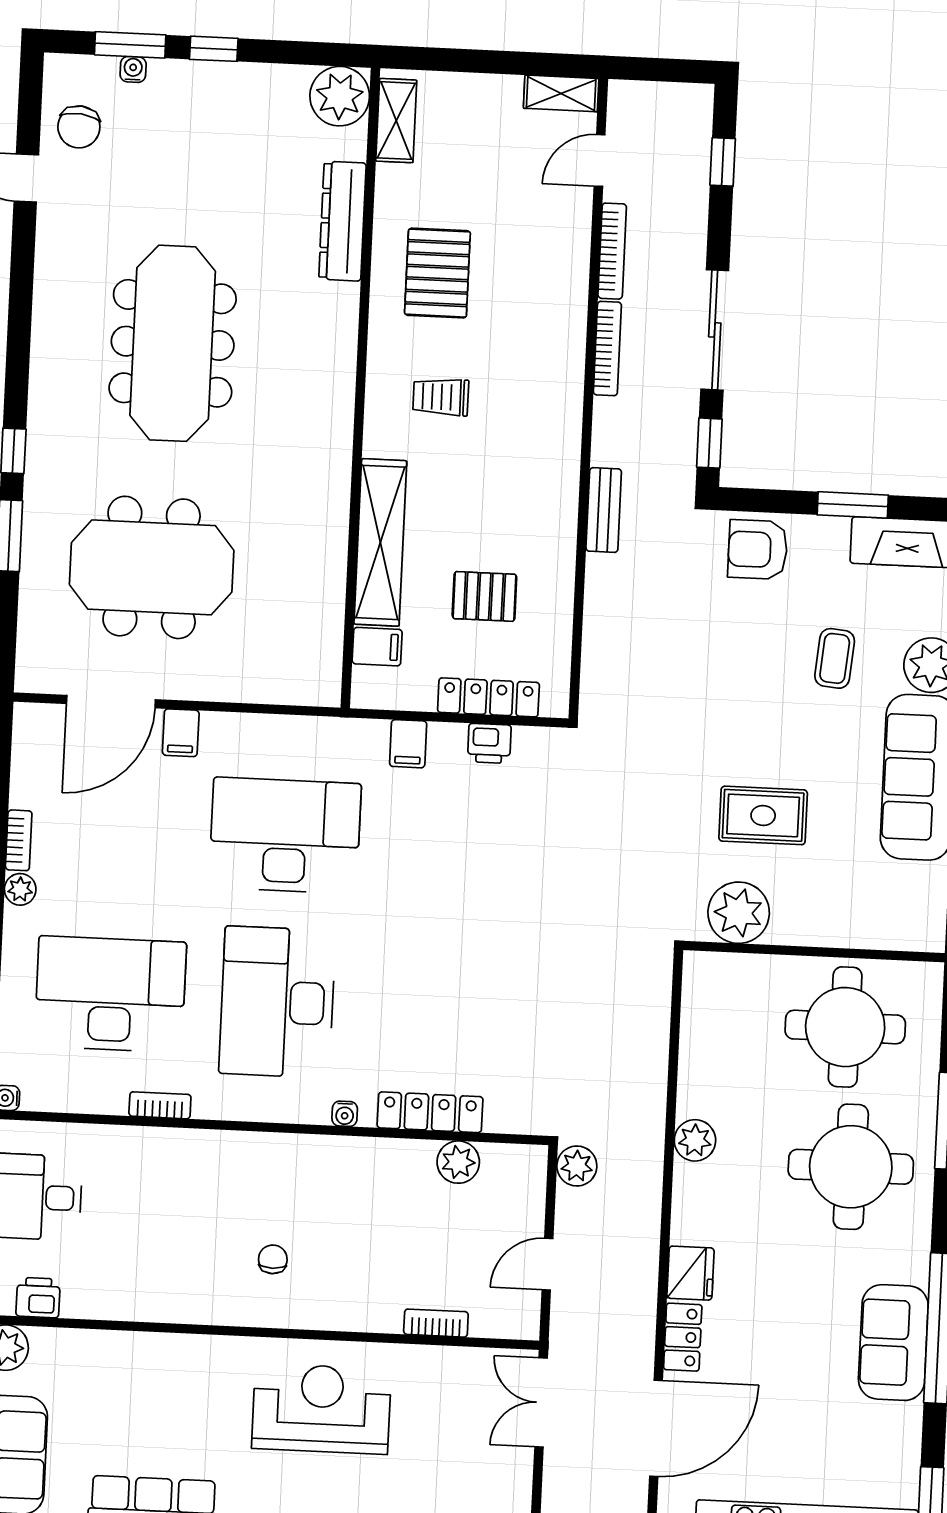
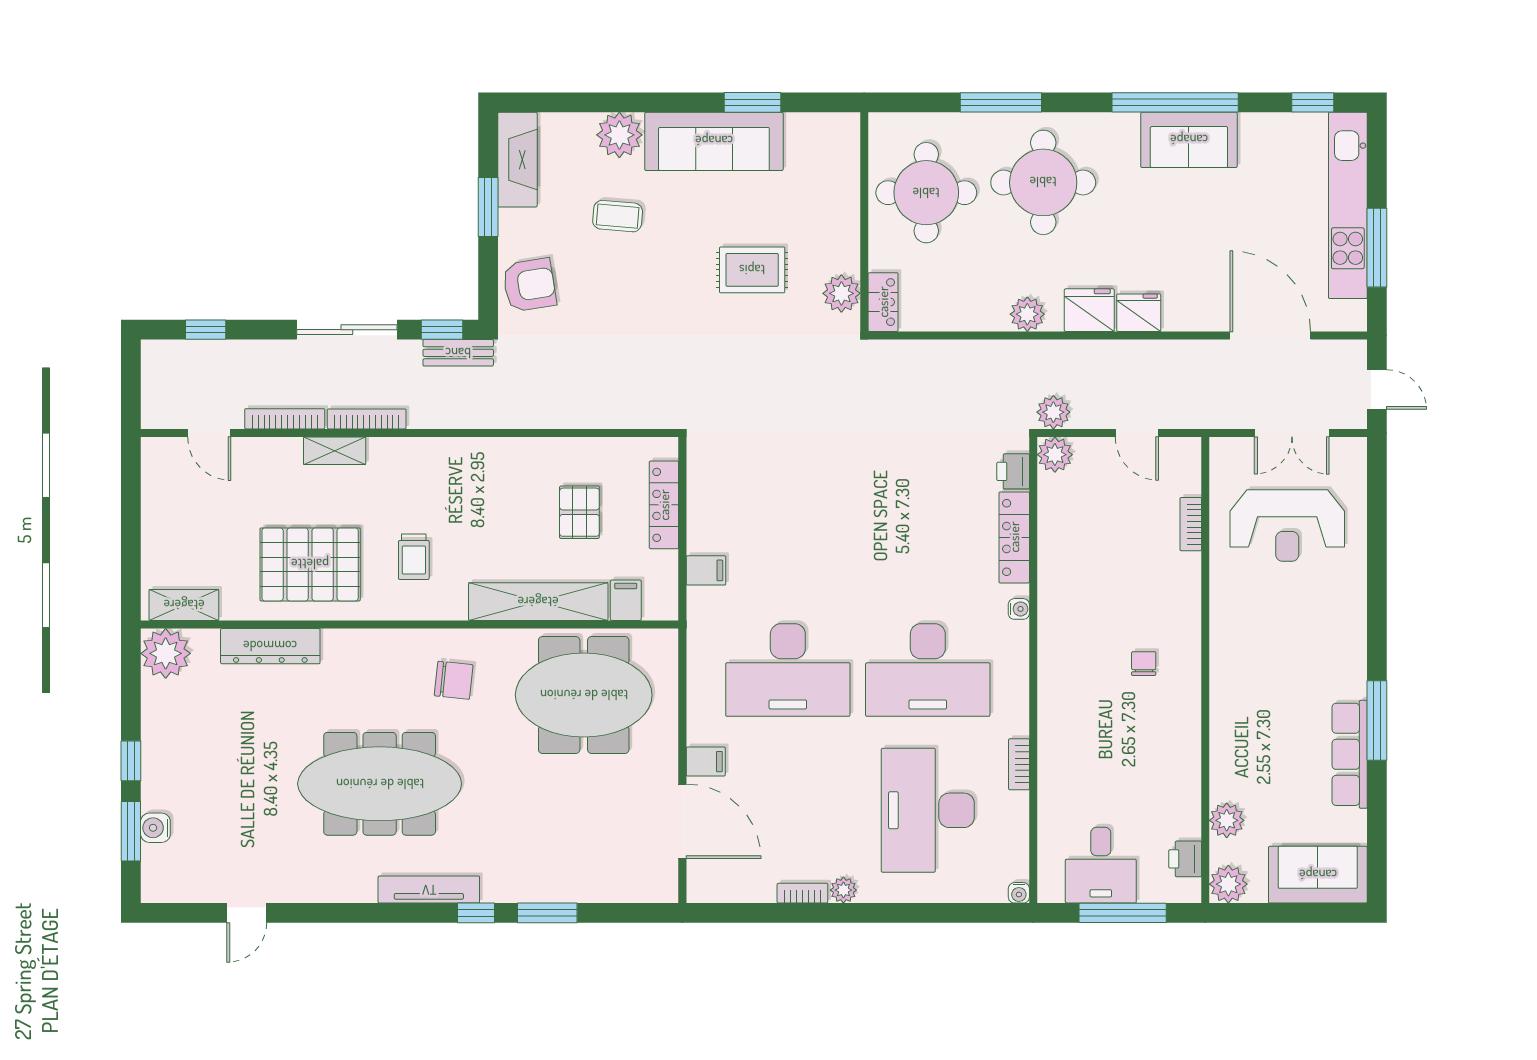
water cooler: (133, 69) -> (155, 828), width x1.38, depth x1.38
shelving: (561, 93) -> (335, 451), moved, turned 90
chair: (79, 127) -> (454, 680), moved
pallet: (437, 273) -> (310, 564), width x1.37, depth x1.41
tv unit: (44, 396) -> (429, 890), added
bench: (604, 510) -> (458, 353), moved
armchair: (758, 550) -> (529, 285), turned -99
meeting table: (152, 567) -> (584, 695), moved, turned 90
printer: (489, 743) -> (1013, 471), moved, turned 180
rug: (763, 815) -> (752, 270), turned 90
desk: (285, 836) -> (788, 670), turned -90
plant: (739, 913) -> (841, 293), width x0.73, depth x0.73
plant: (458, 1162) -> (1055, 455), moved
fridge: (696, 1214) -> (1089, 310), added
chair: (273, 1259) -> (1144, 664), turned 90
locker: (683, 1337) -> (883, 302), moved, turned 90
plant: (82, 1349) -> (1227, 820), added
double door: (541, 1402) -> (1292, 433), moved
reception desk: (321, 1409) -> (1287, 526), moved, turned -90

